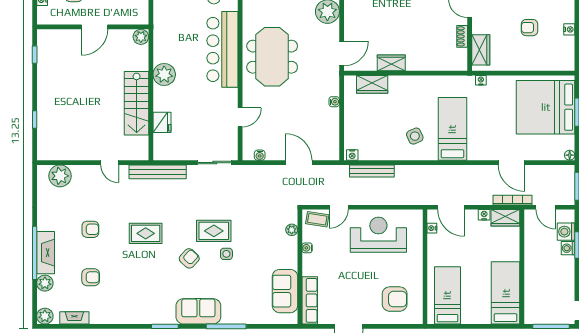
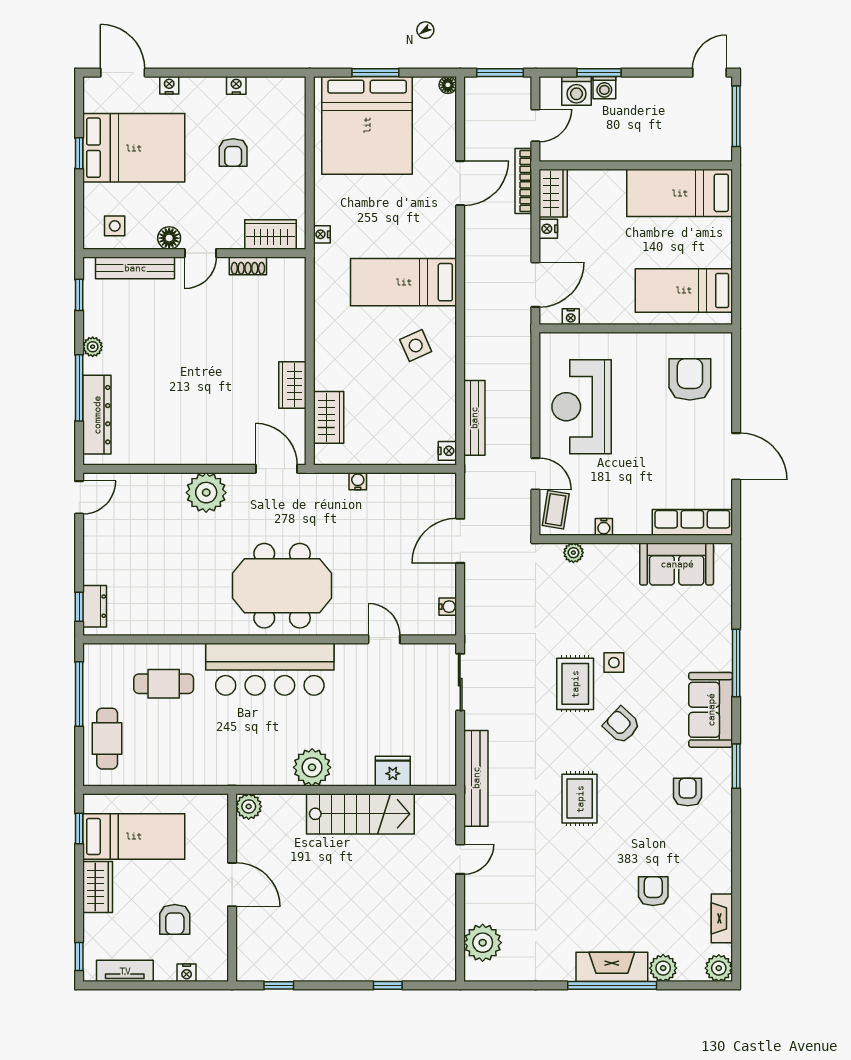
armchair: (90, 229) -> (688, 792), moved

